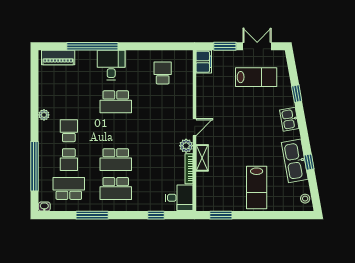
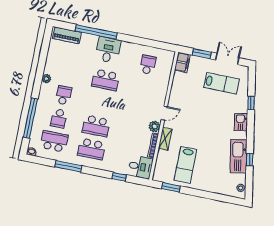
lab bench: (257, 187) -> (185, 165), moved

